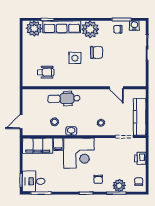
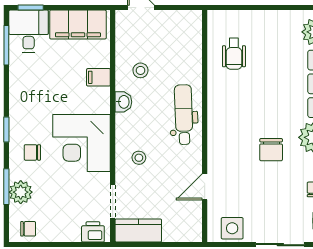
side table: (75, 58) -> (232, 228), moved
dental chair: (64, 99) -> (184, 115), moved
kitchen counter: (140, 117) -> (138, 231), width x0.67
filing cabinet: (38, 146) -> (78, 25), moved, turned -90
corner desk: (79, 153) -> (82, 143), moved
printer: (140, 158) -> (93, 232), moved

